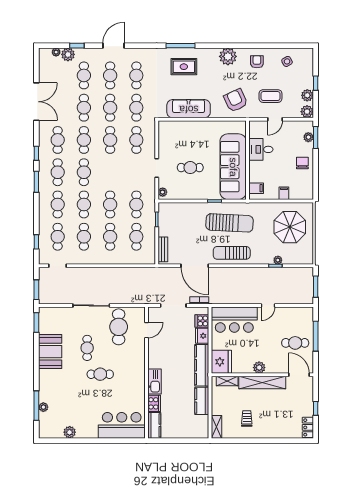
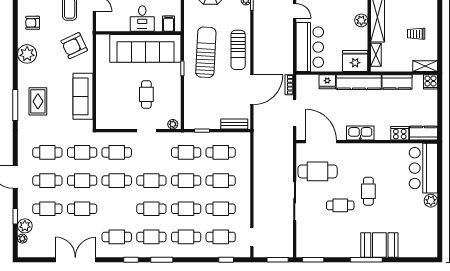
cafe table: (84, 140) -> (151, 181), moved
desk: (261, 149) -> (142, 19), moved
cooker: (202, 321) -> (430, 82), moved
door: (146, 330) -> (321, 142), width x1.88
booth: (50, 352) -> (379, 245), moved
kitchen sink: (154, 382) -> (360, 133), moved
window: (36, 406) -> (366, 260), moved
plant: (43, 407) -> (404, 252), removed
plant: (70, 432) -> (431, 201), moved

